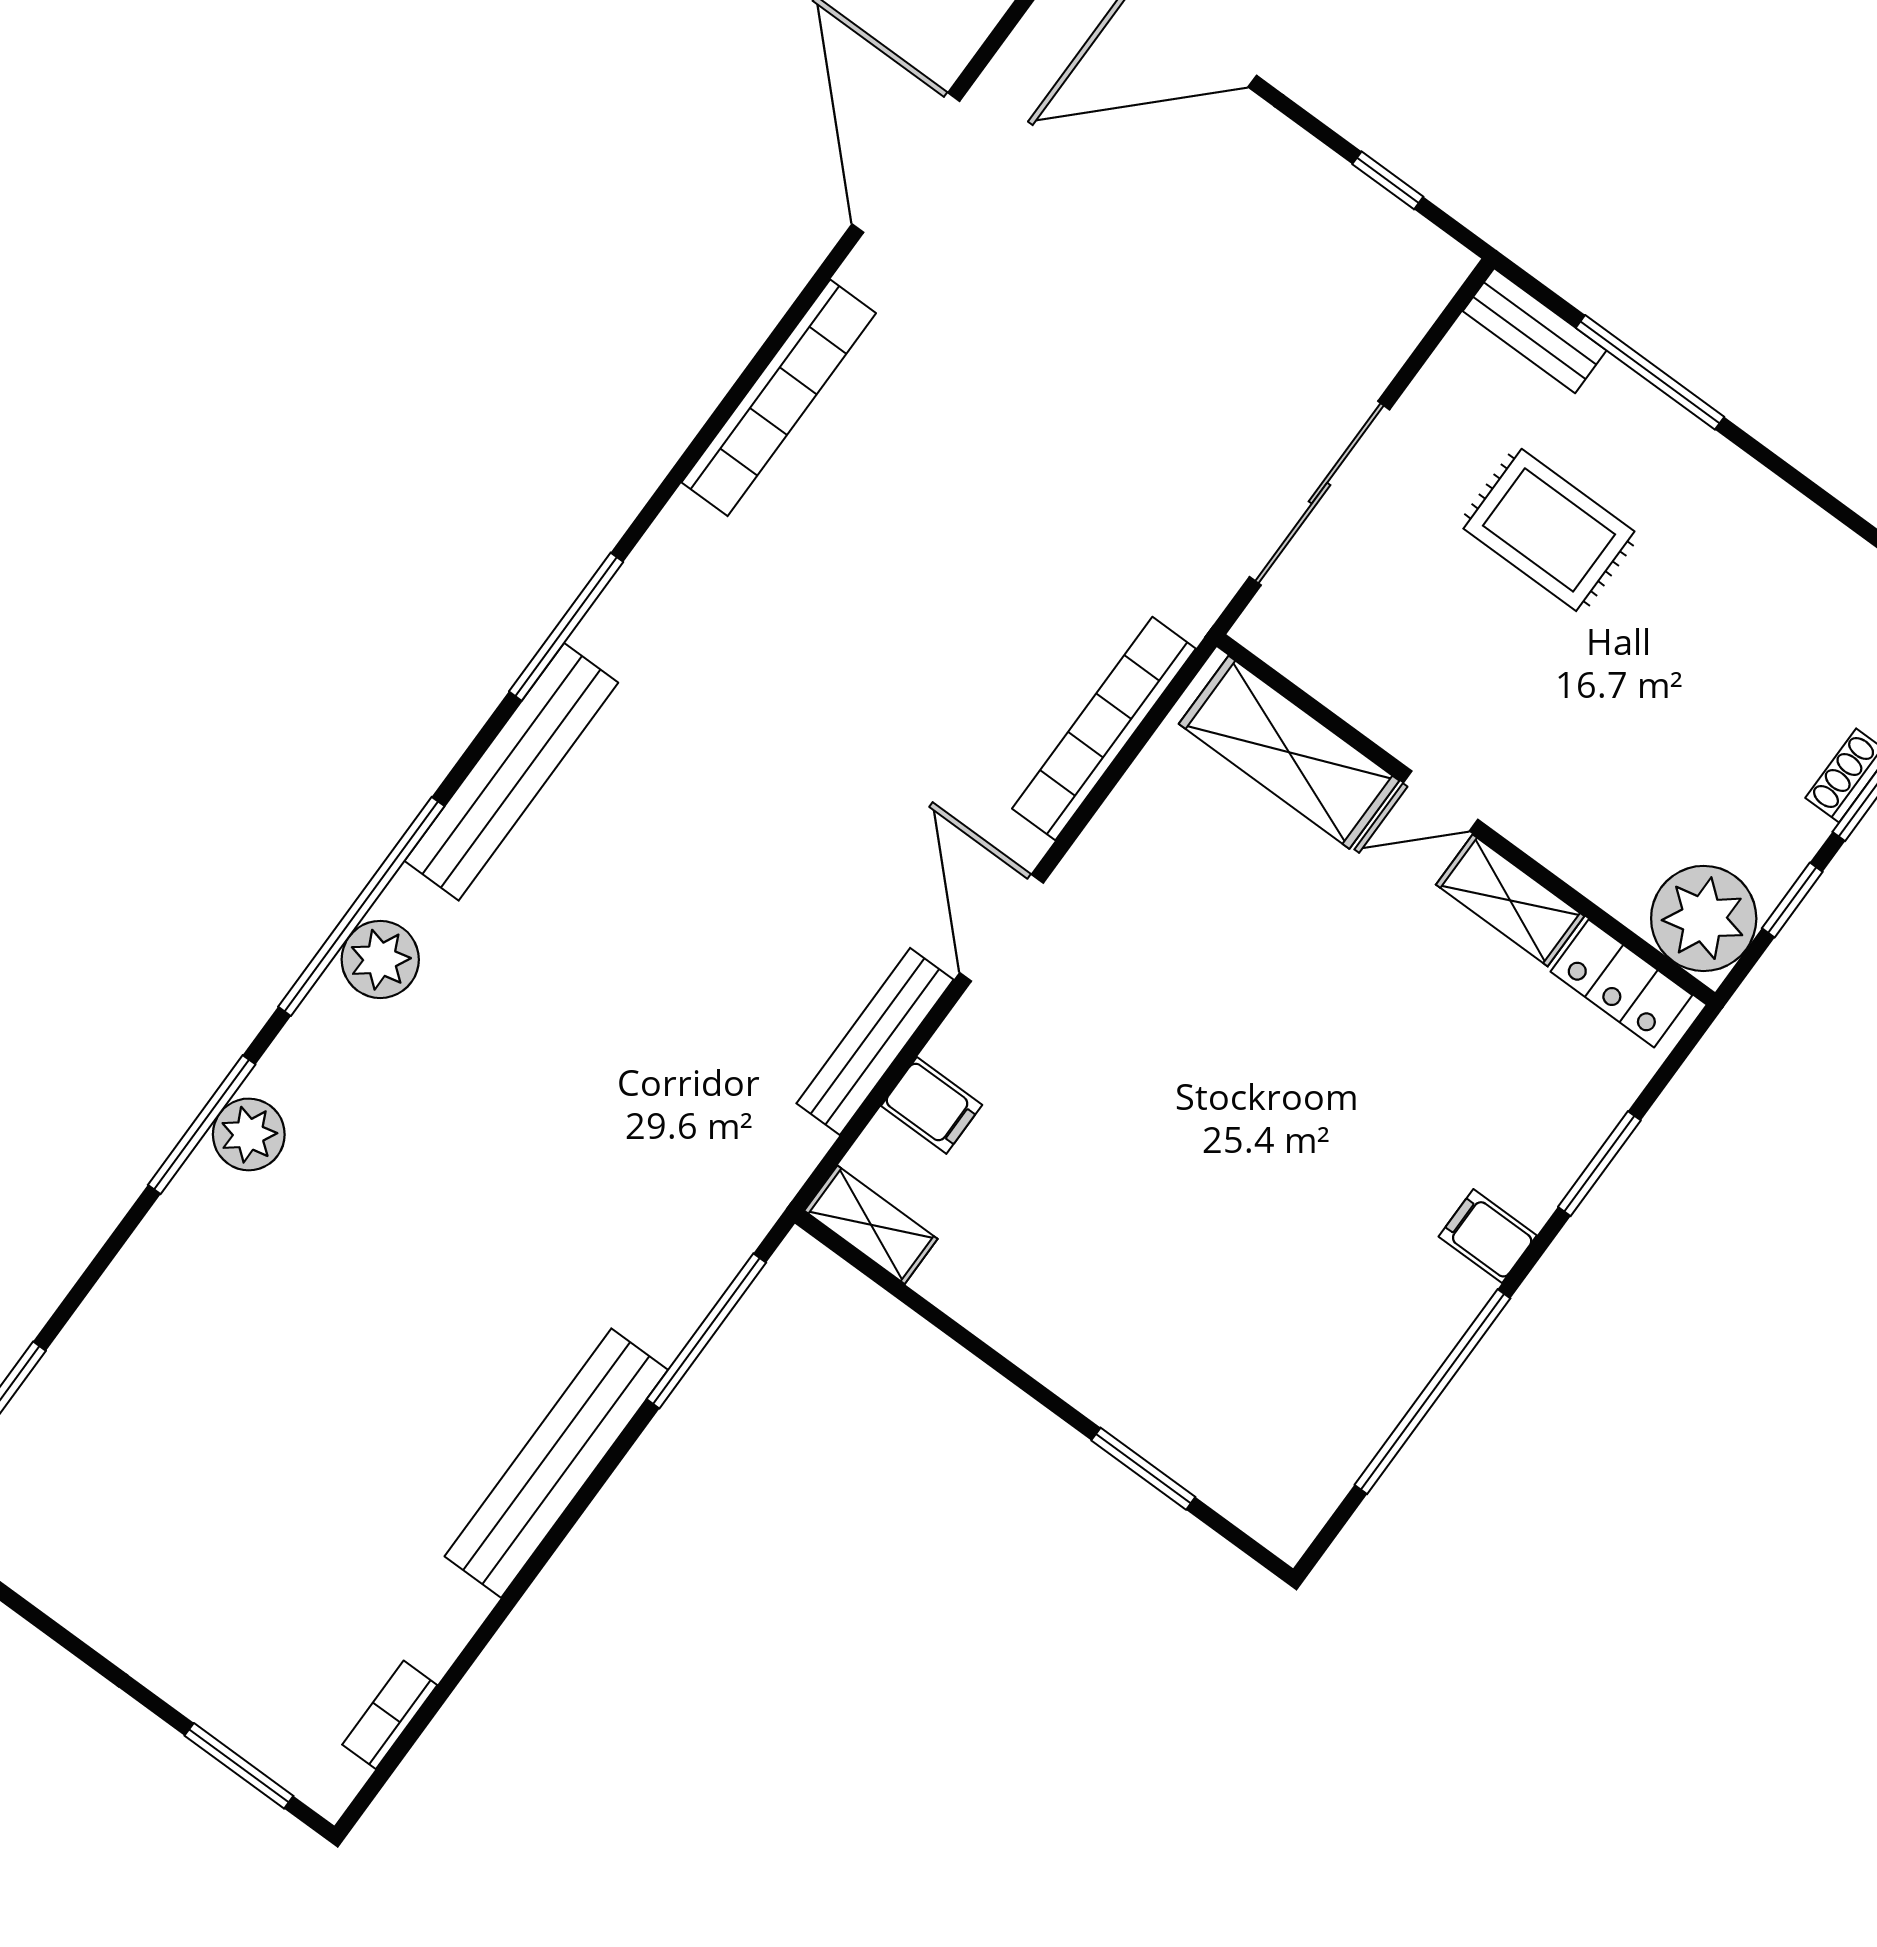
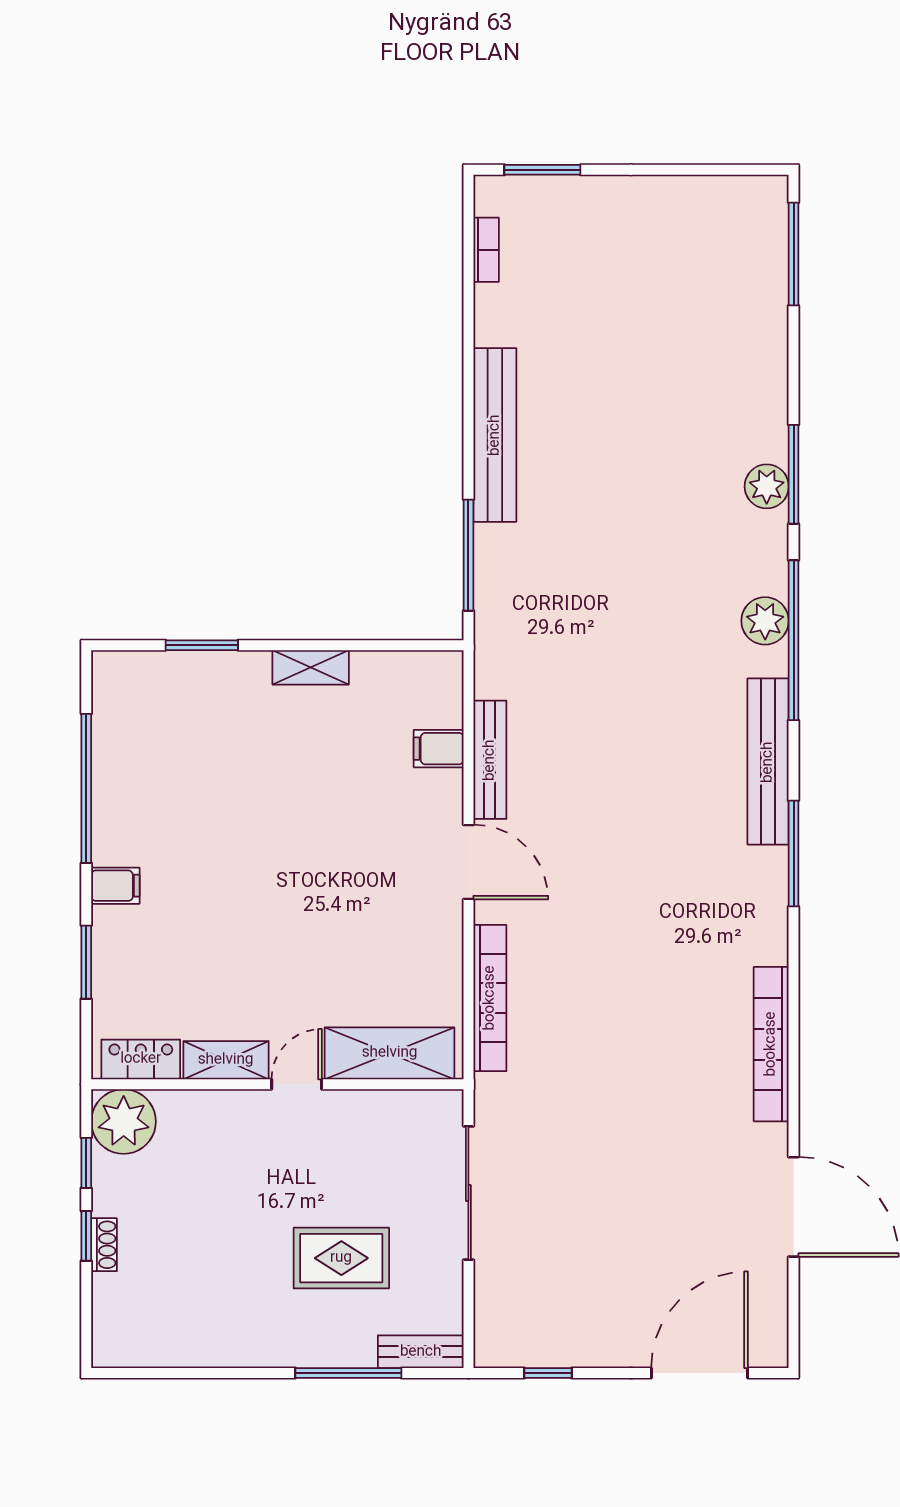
shelving: (871, 1225) -> (311, 667), moved

